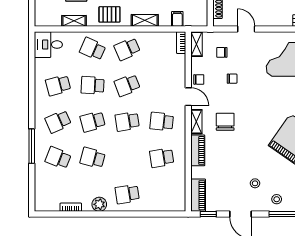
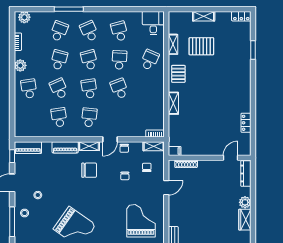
filing cabinet: (177, 19) -> (175, 151), moved
school desk: (127, 49) -> (59, 89), moved
plant: (41, 199) -> (24, 17), added

